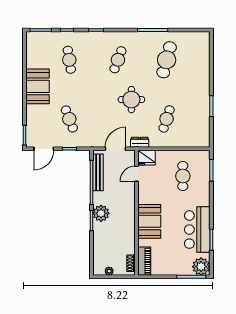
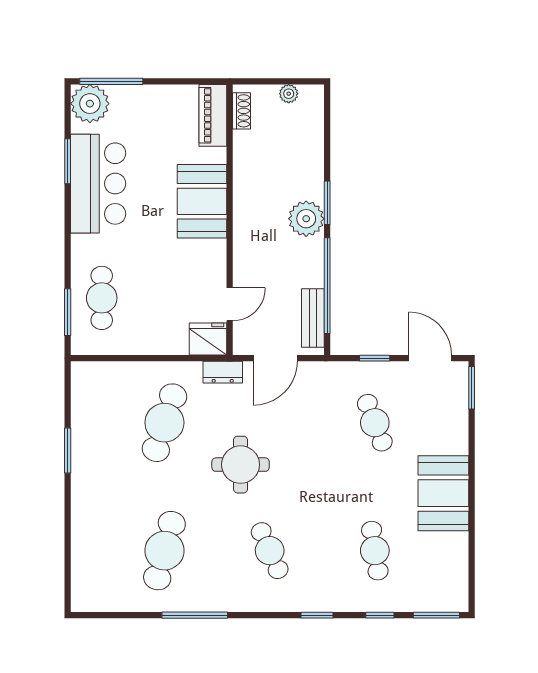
cafe table: (118, 60) -> (270, 551), turned -45
cafe table: (167, 119) -> (164, 423), width x1.37, depth x1.35
door: (44, 149) -> (430, 358), hinge flipped
bench: (98, 172) -> (313, 318), width x0.73
cafe table: (183, 176) -> (102, 298), moved

